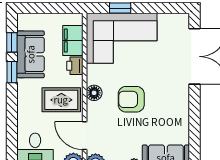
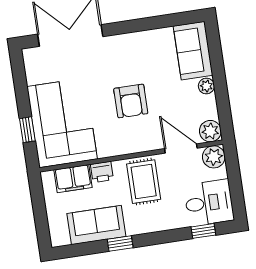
window: (12, 42) -> (203, 231), moved
floor lamp: (94, 93) -> (130, 145), removed
door: (85, 136) -> (181, 148), swing flipped

